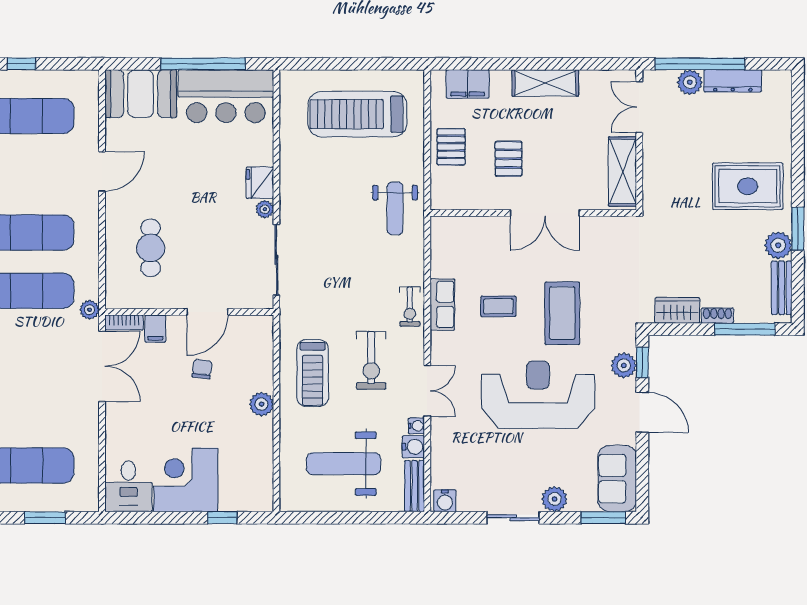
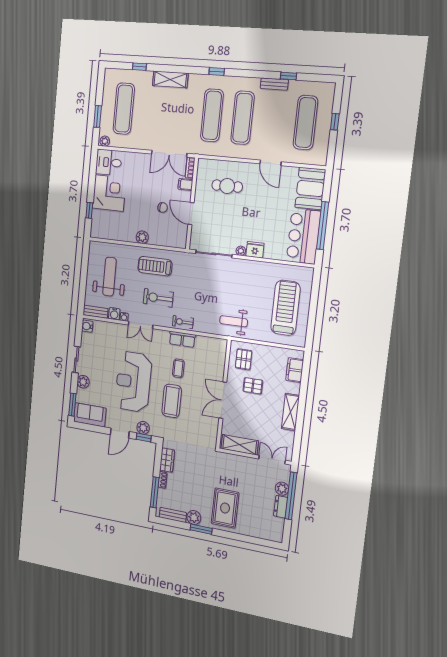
dresser: (733, 81) -> (281, 507), width x0.70
pallet: (451, 147) -> (244, 359), moved, turned 90
plant: (90, 310) -> (105, 141), moved
coffee table: (562, 313) -> (172, 401), turned 90
reception desk: (538, 395) -> (133, 382), turned 180

